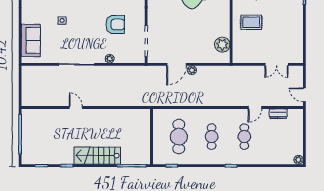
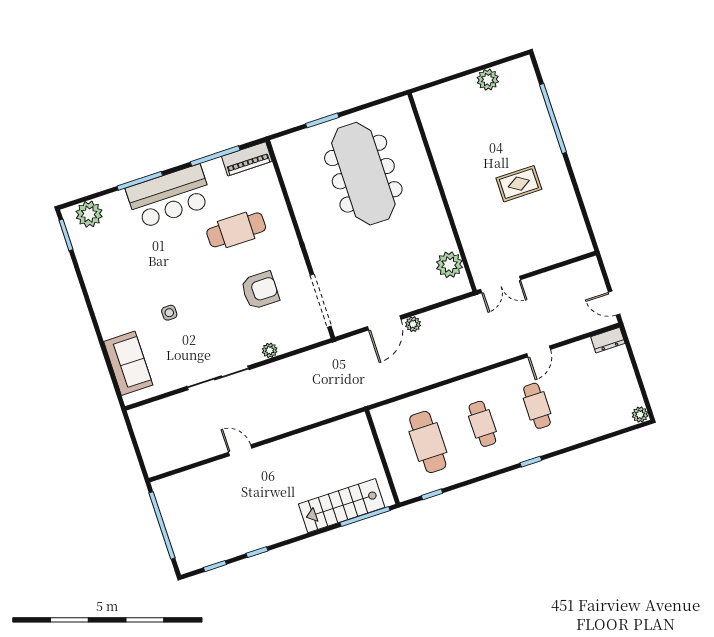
rug: (251, 22) -> (519, 184), moved
double door: (277, 64) -> (501, 284), moved
dresser: (278, 114) -> (608, 340), moved
stairs: (97, 156) -> (342, 506), moved

